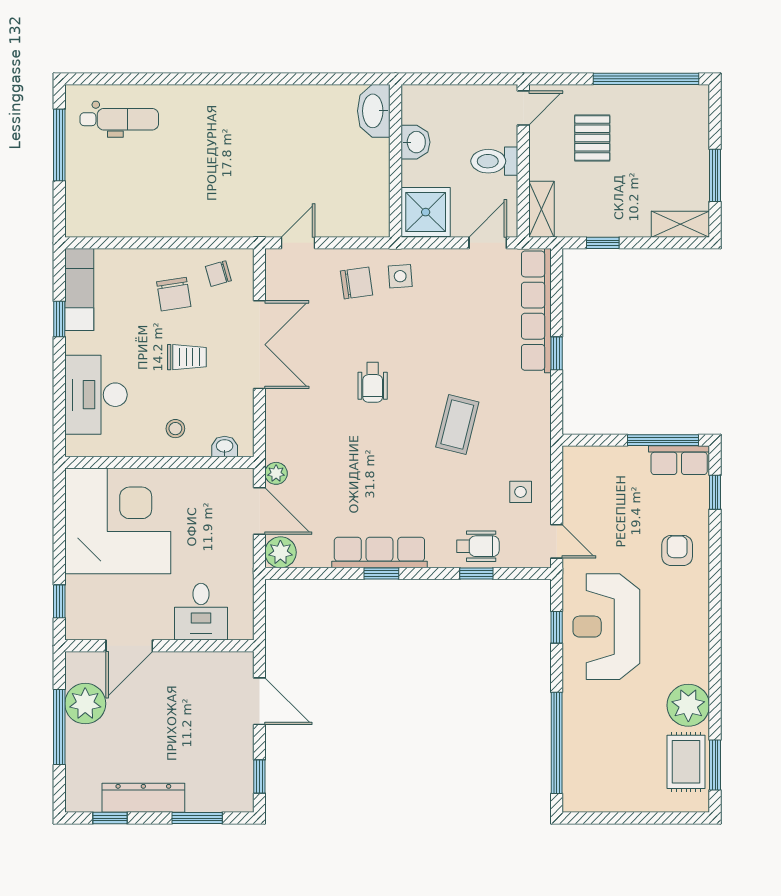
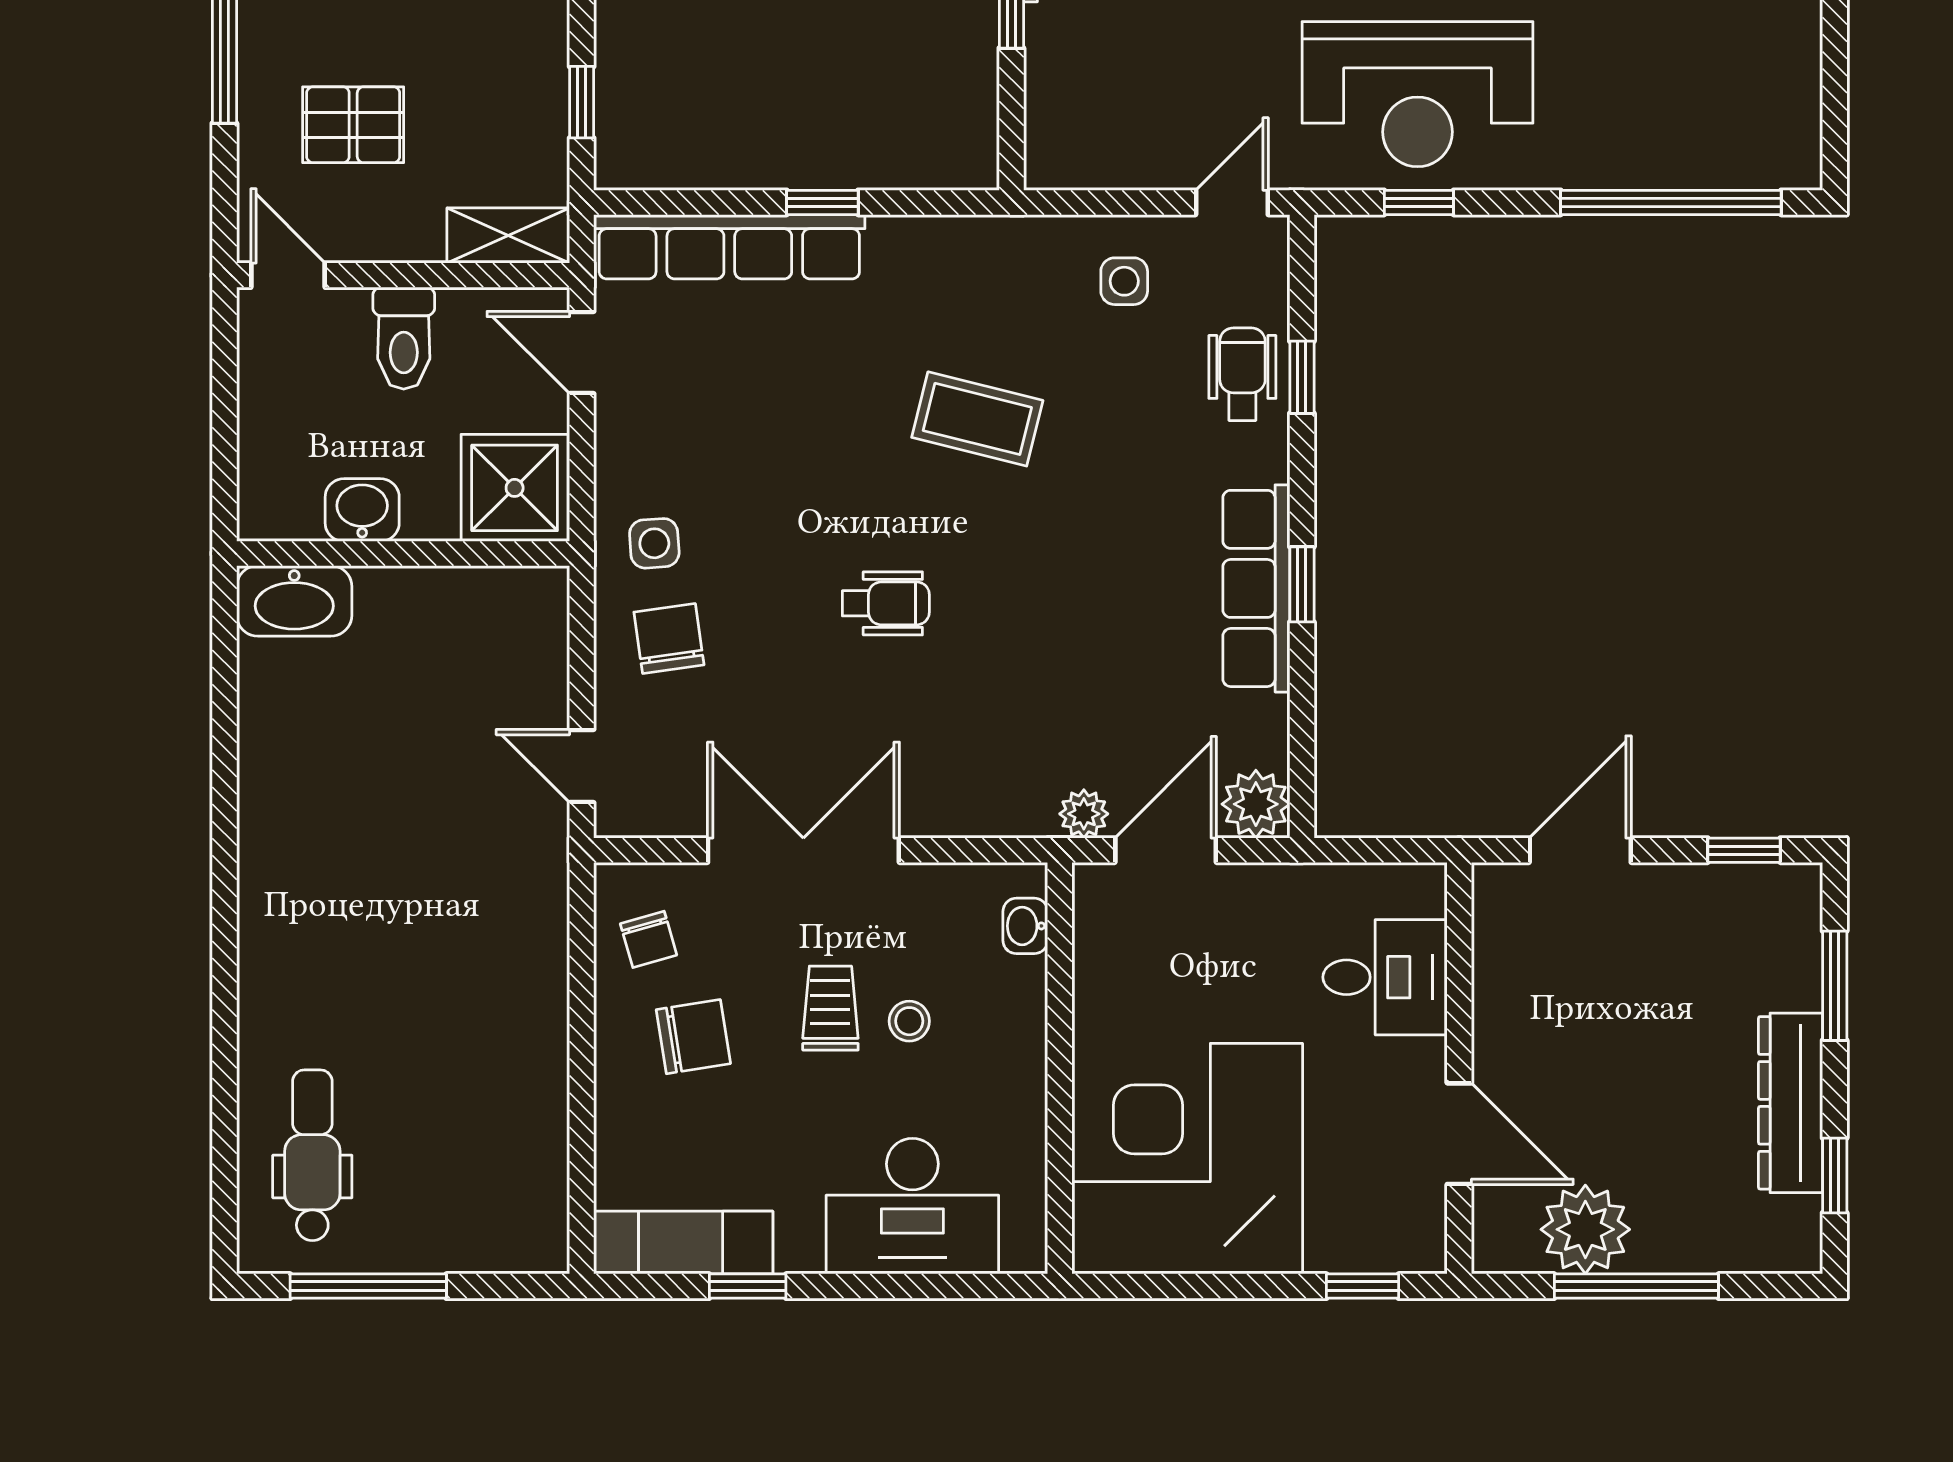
stool: (175, 429) -> (909, 1021), moved

